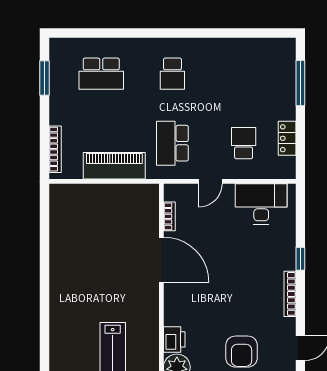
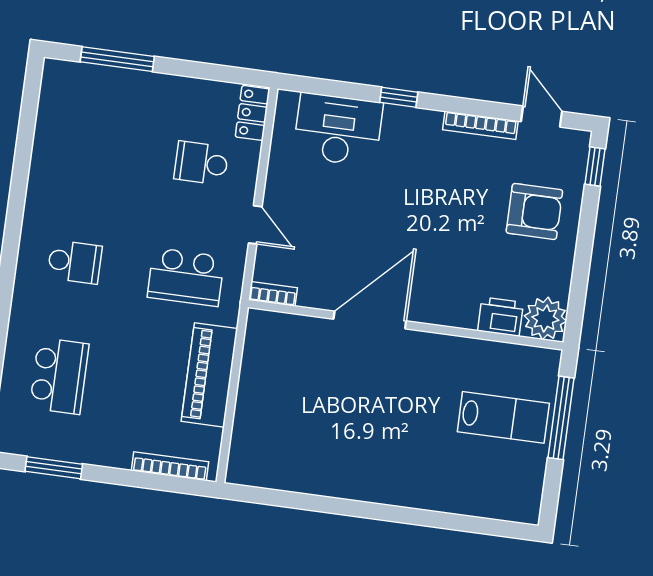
locker: (287, 138) -> (253, 113), moved, turned 90
desk: (261, 204) -> (338, 130), moved, turned 90
bookcase: (169, 216) -> (273, 294), moved
bookcase: (290, 294) -> (480, 125), moved

